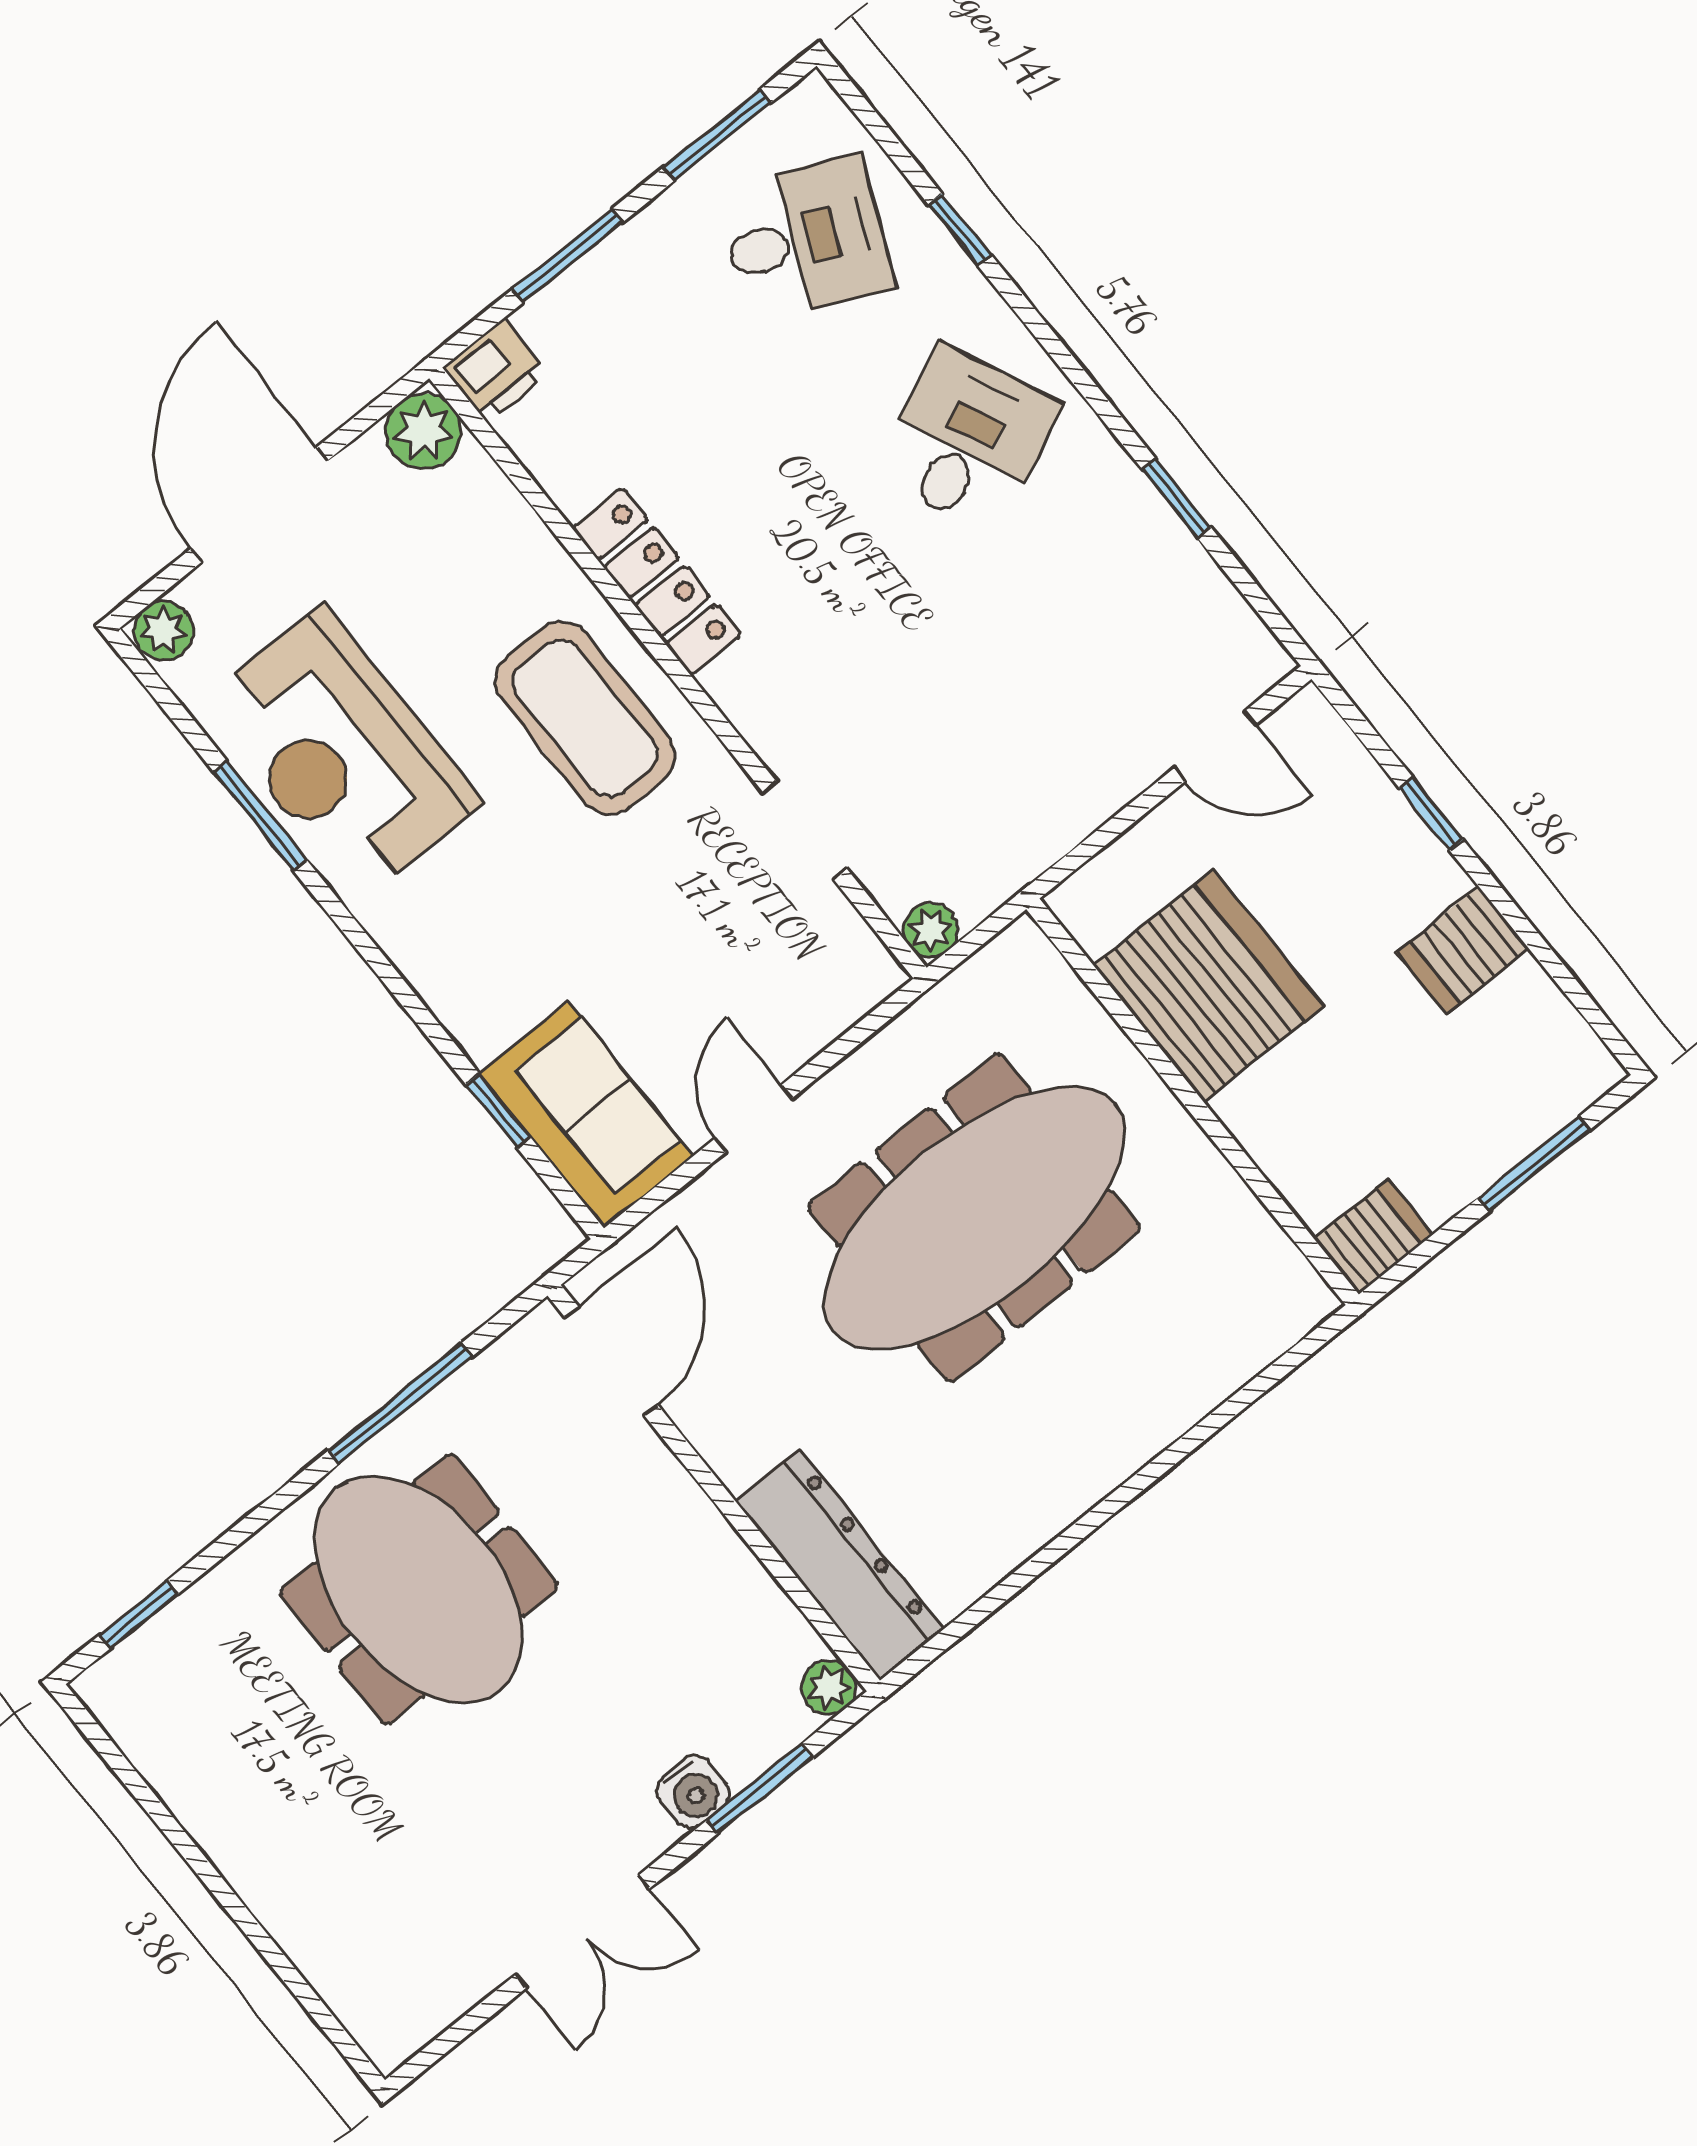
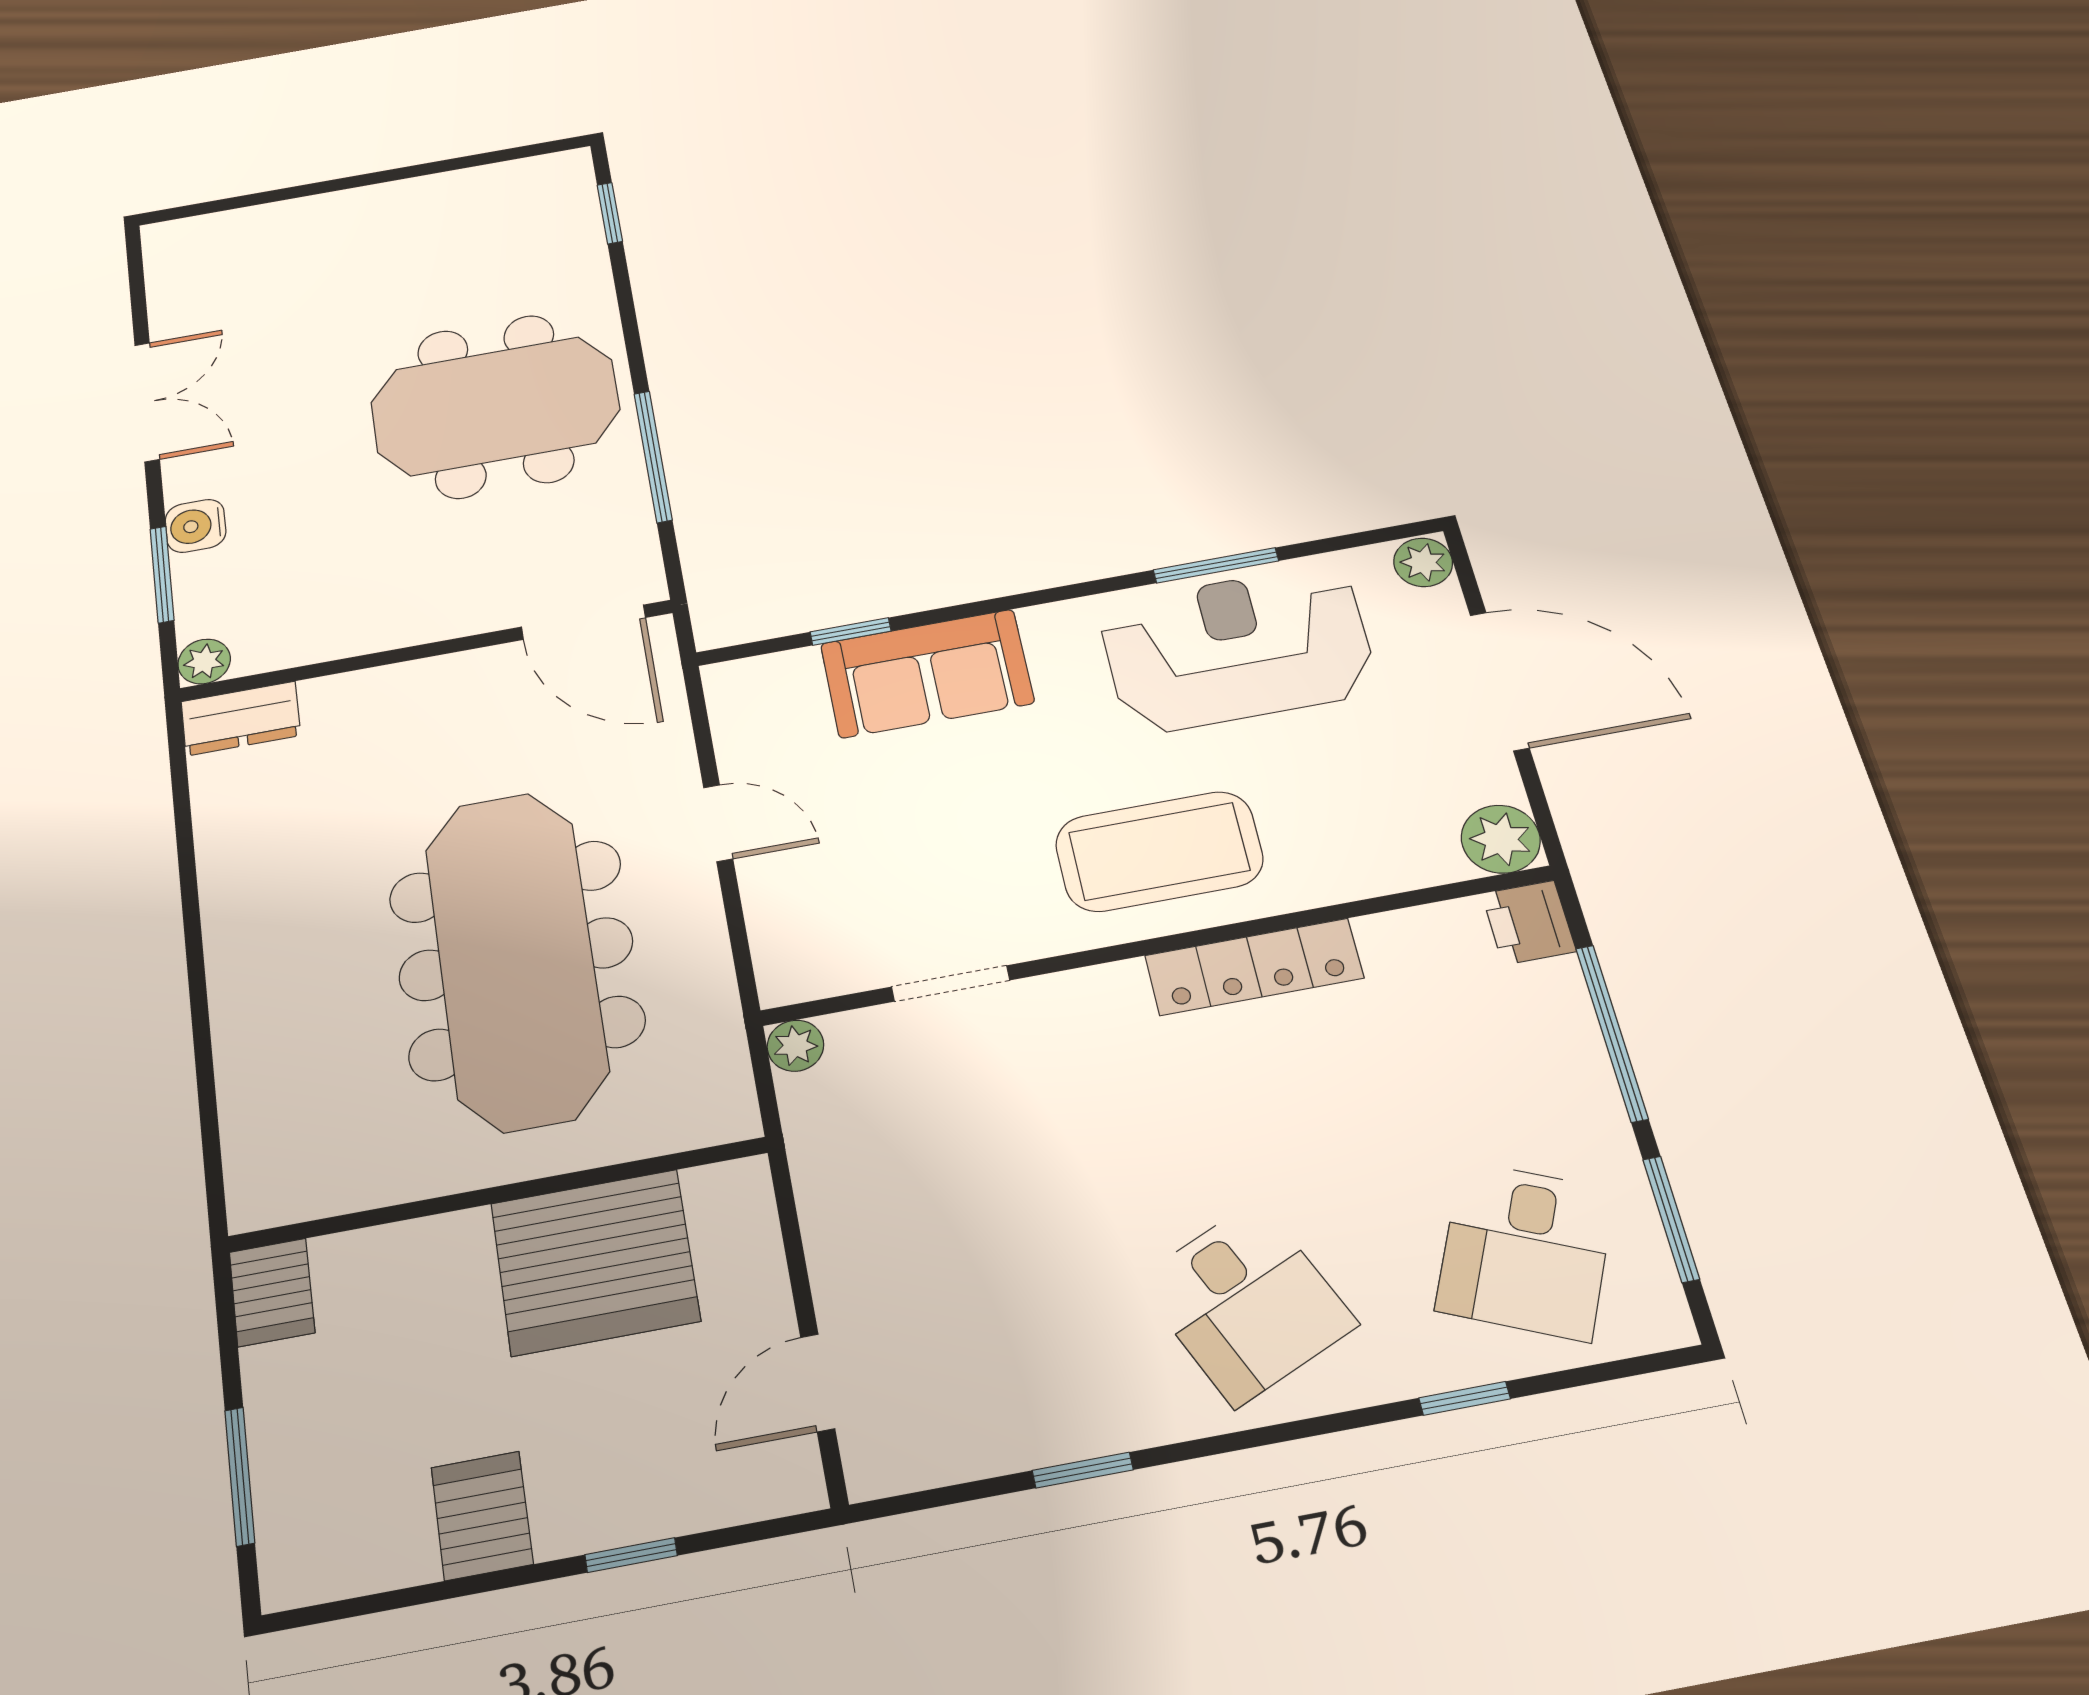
window: (568, 256) -> (1612, 1033), width x1.44
sofa: (586, 1115) -> (927, 673), moved
dresser: (840, 1565) -> (241, 718), width x0.51, depth x0.80
double door: (582, 1932) -> (147, 402), swing flipped

